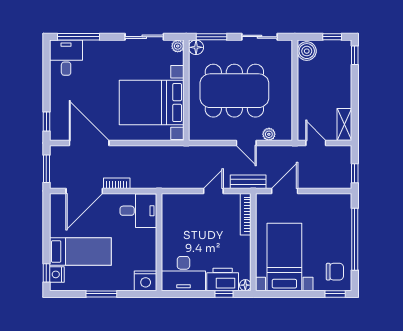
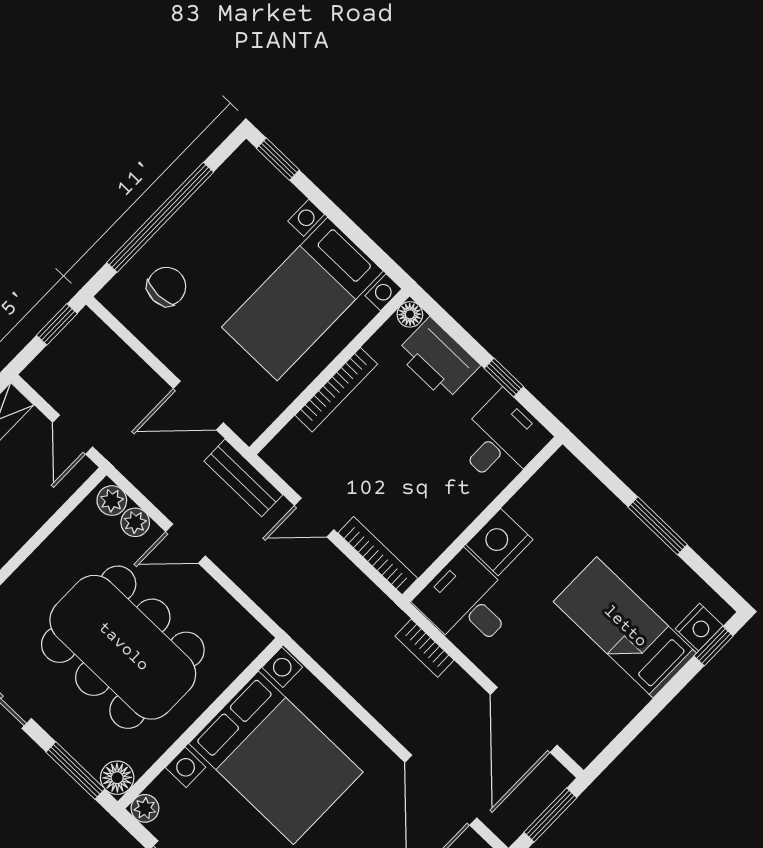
plant: (283, 134) -> (112, 501), added
door: (246, 143) -> (186, 544), swing flipped
bookcase: (117, 183) -> (425, 648), moved
door: (84, 191) -> (524, 720), swing flipped
bookcase: (181, 198) -> (378, 556), added
bookcase: (246, 214) -> (336, 390), moved
chair: (335, 272) -> (167, 287), moved, turned 90
desk: (183, 274) -> (502, 440), width x0.73
nightstand: (146, 281) -> (499, 542), moved, turned -90
window: (224, 294) -> (504, 377), moved

